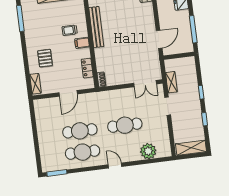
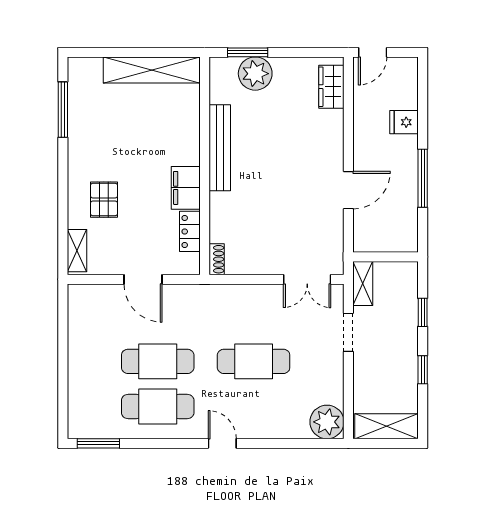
trolley: (70, 30) -> (163, 147), removed
filing cabinet: (82, 43) -> (186, 188), width x2.00
wall: (179, 56) -> (385, 257), moved
door: (68, 93) -> (143, 279), hinge flipped
plant: (148, 151) -> (327, 422), moved

